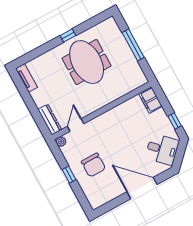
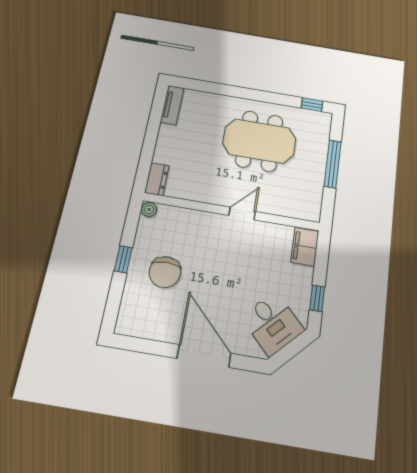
window: (68, 35) -> (312, 105), moved
meeting table: (87, 62) -> (259, 141), turned 90
dresser: (50, 119) -> (157, 179), width x0.70
door: (76, 125) -> (242, 213), moved

